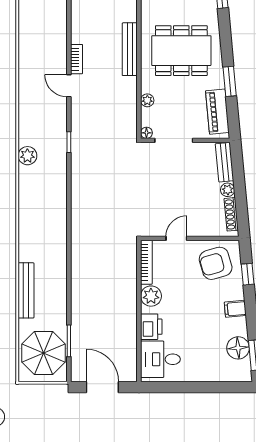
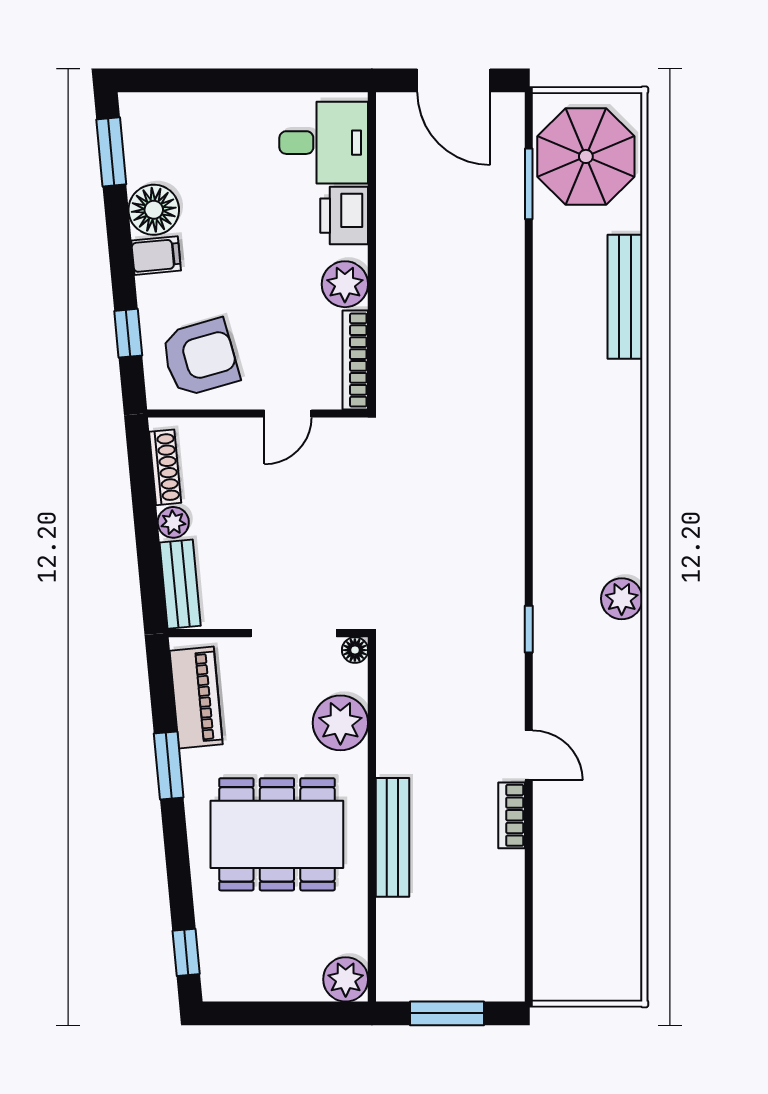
plant: (147, 100) -> (340, 723), width x1.88, depth x1.88
floor lamp: (238, 348) -> (154, 210), moved

